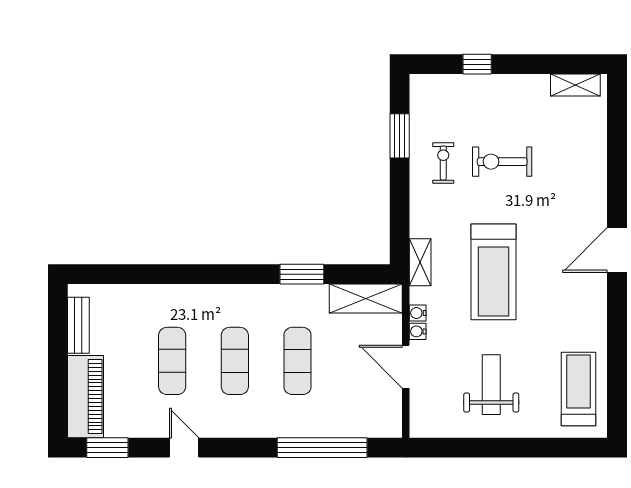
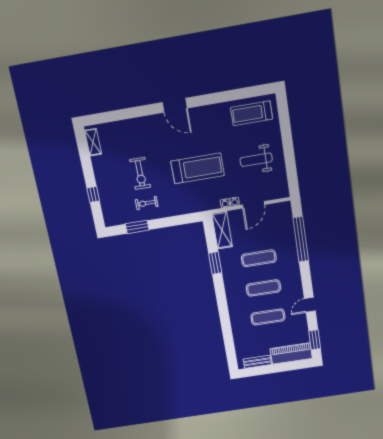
shelving: (420, 262) -> (199, 206), removed

